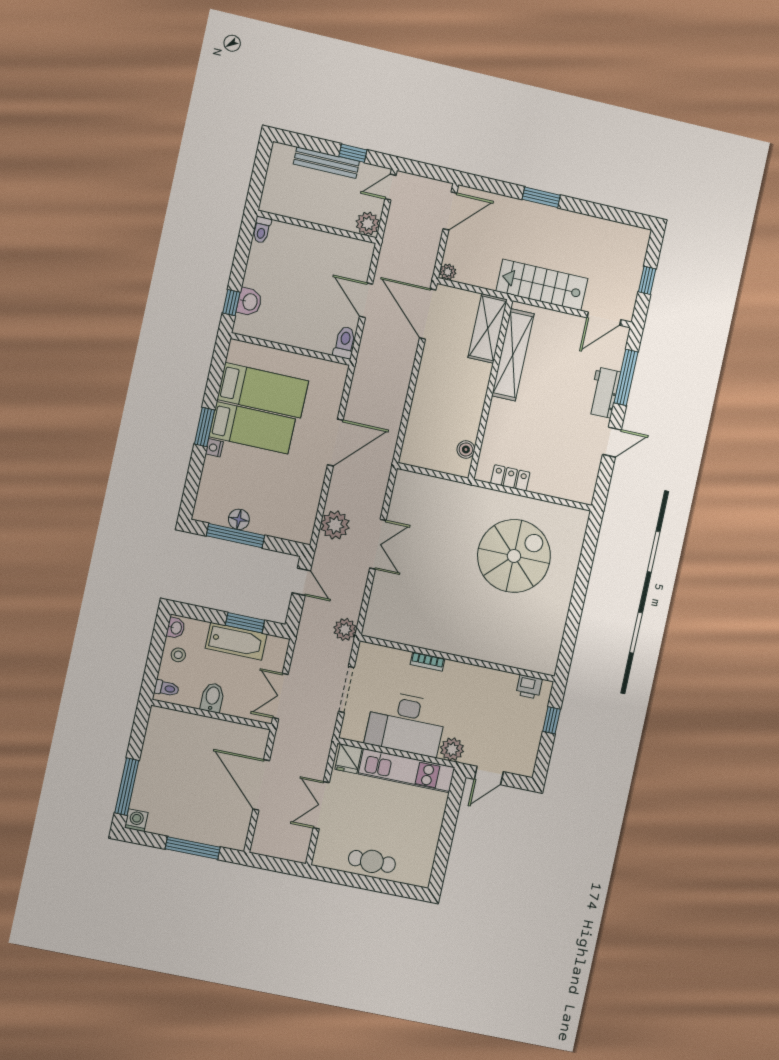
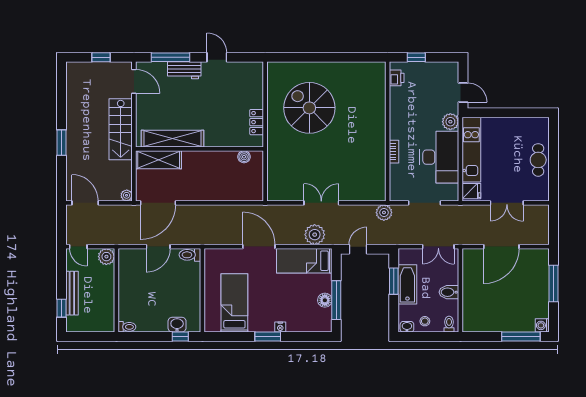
window: (353, 153) -> (61, 308), moved
bed: (252, 428) -> (304, 261), moved, turned -90

